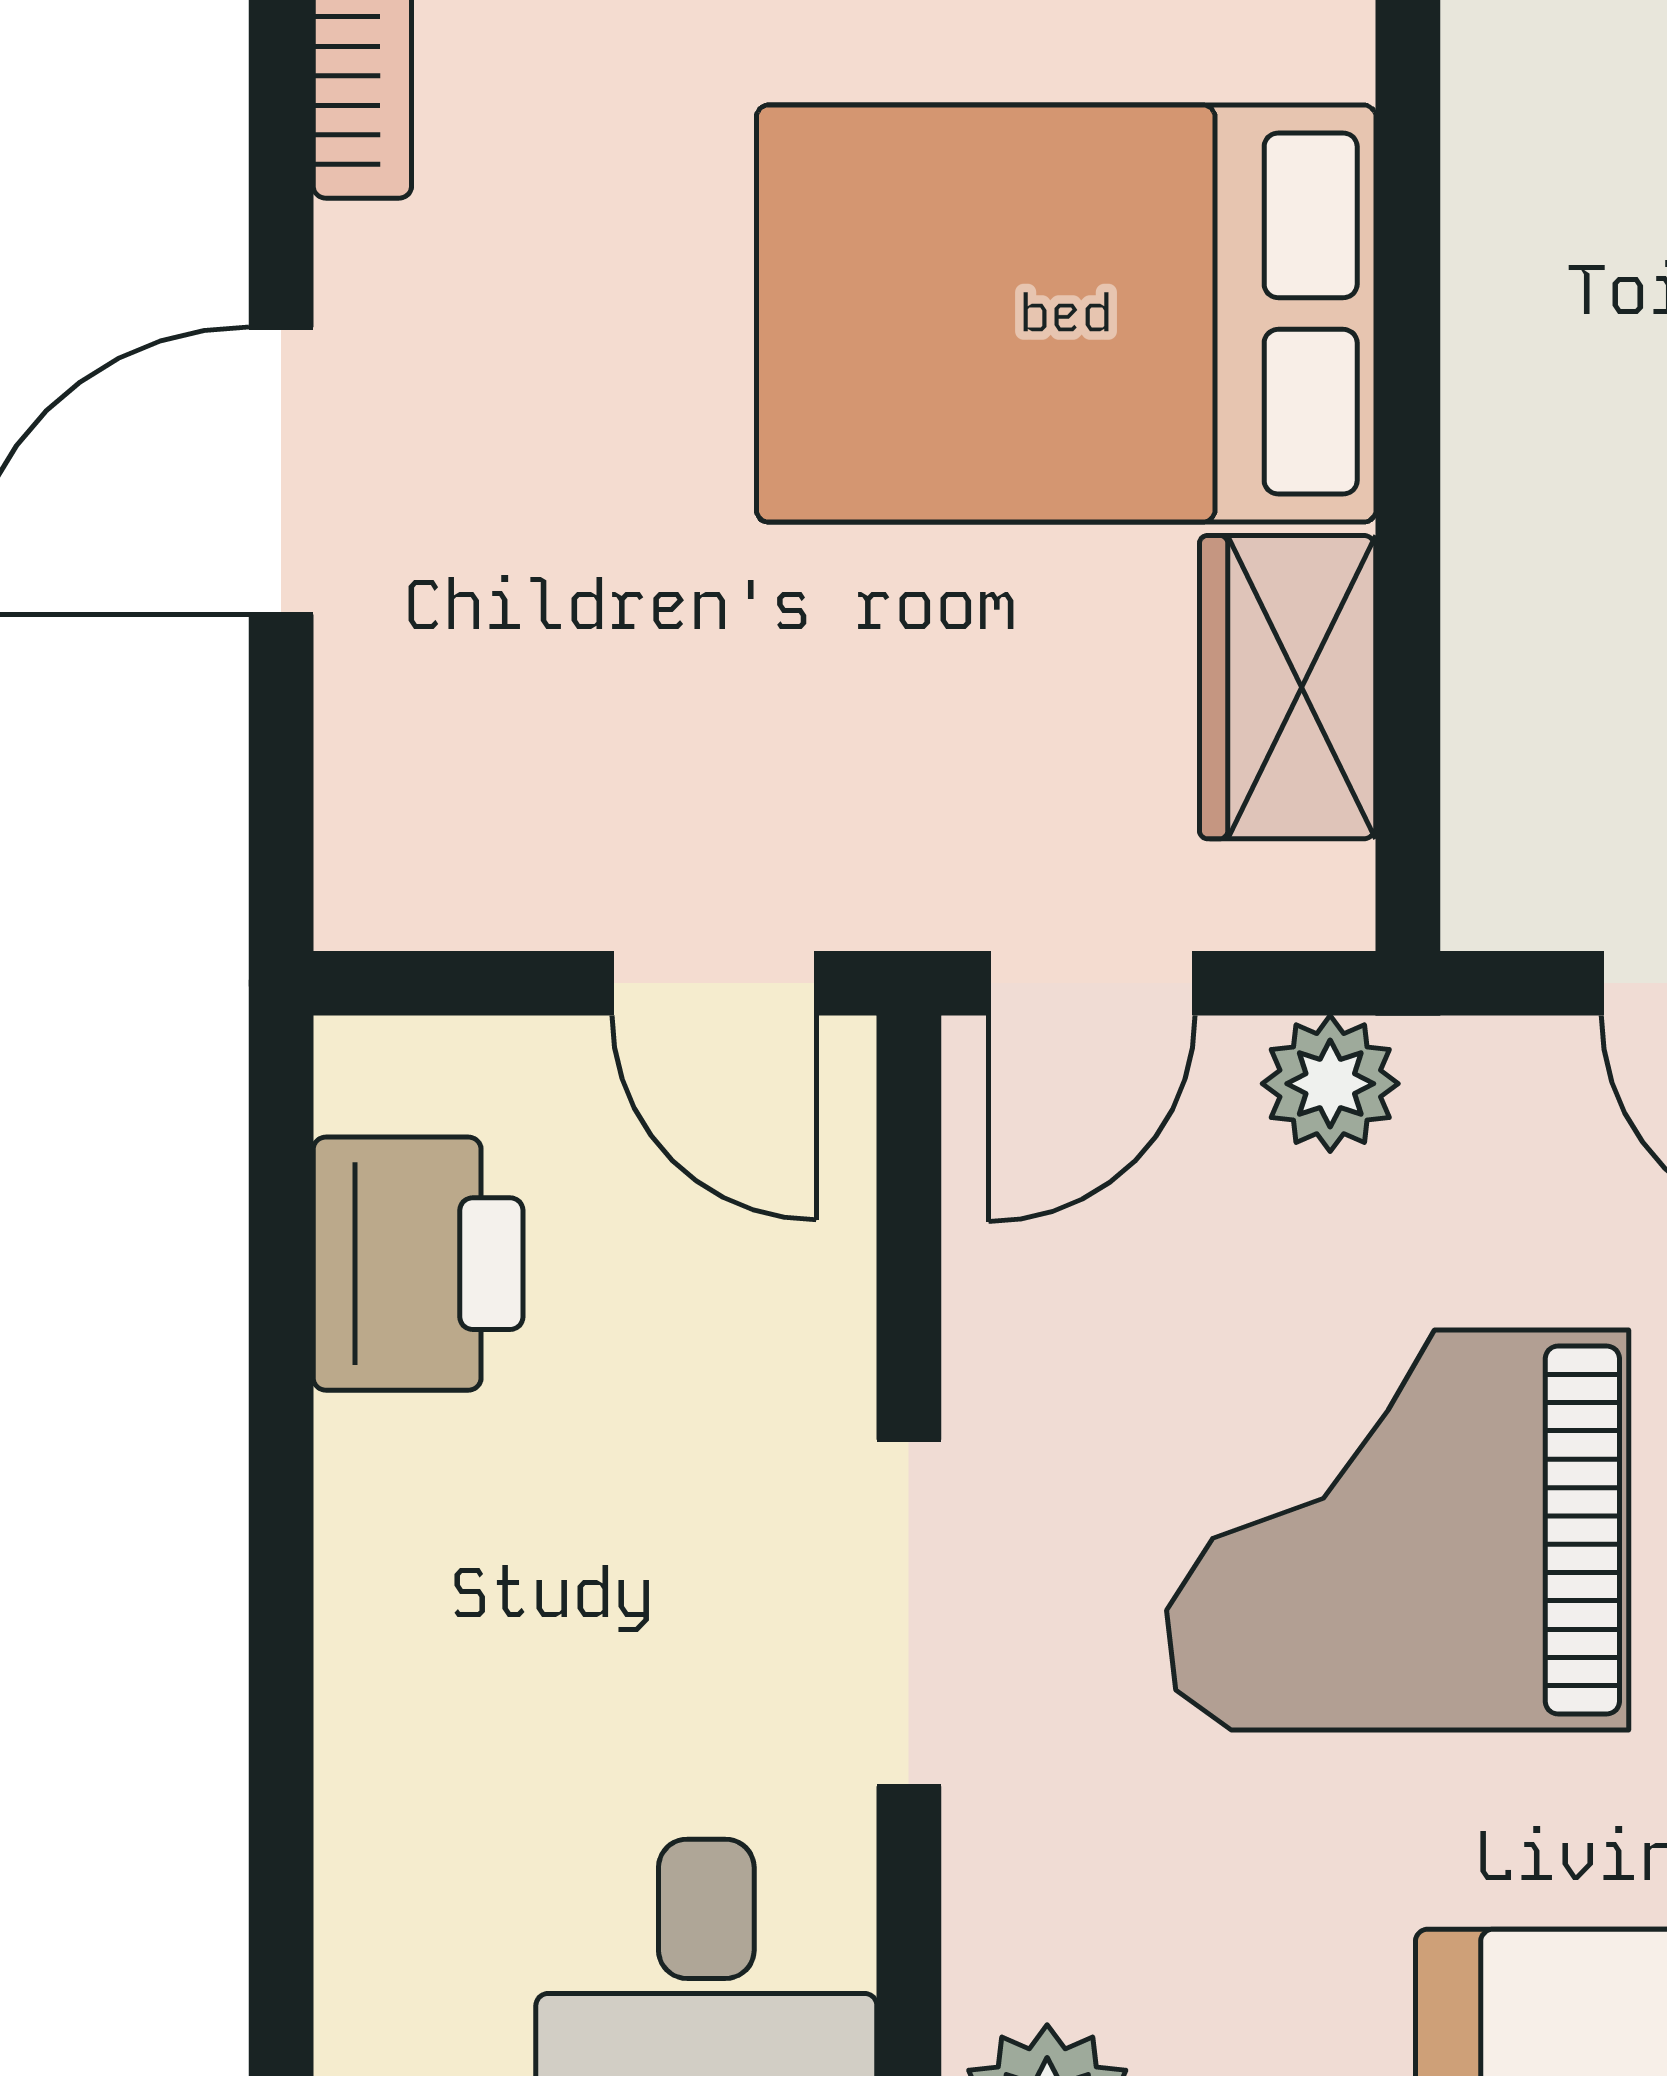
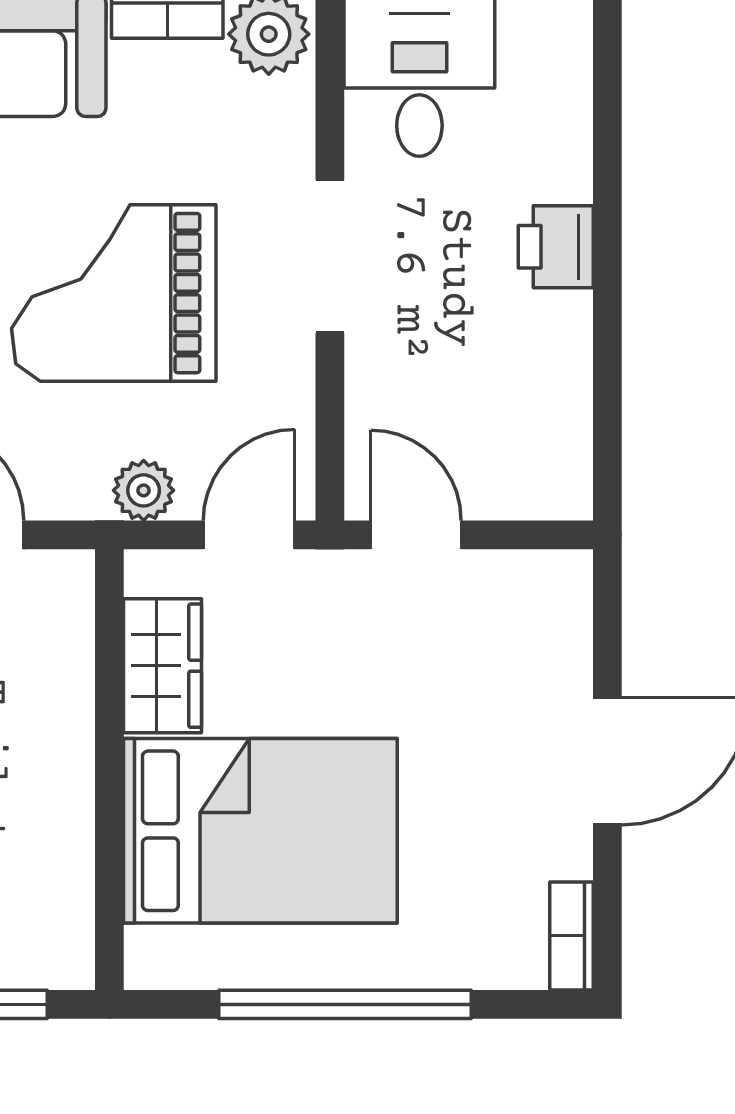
printer: (418, 1264) -> (556, 247), moved, width x0.73, depth x0.81
grand piano: (1398, 1530) -> (114, 293), turned 180

